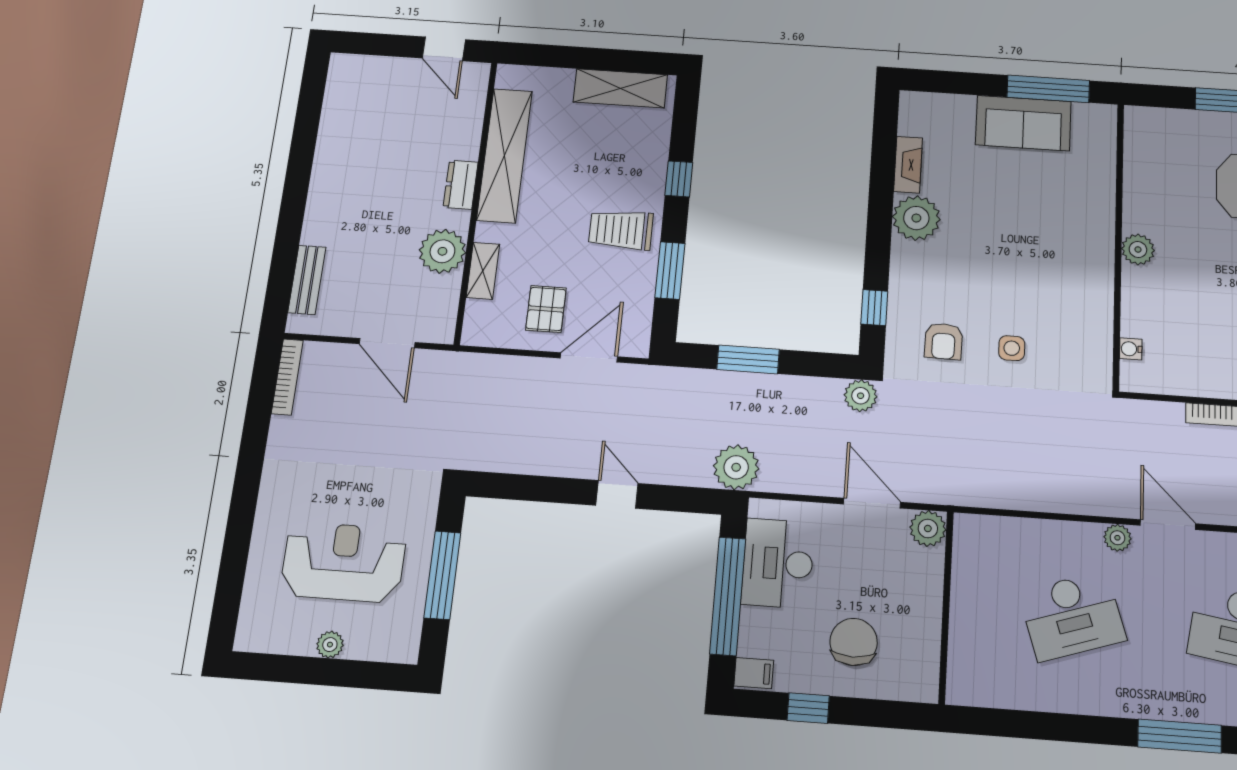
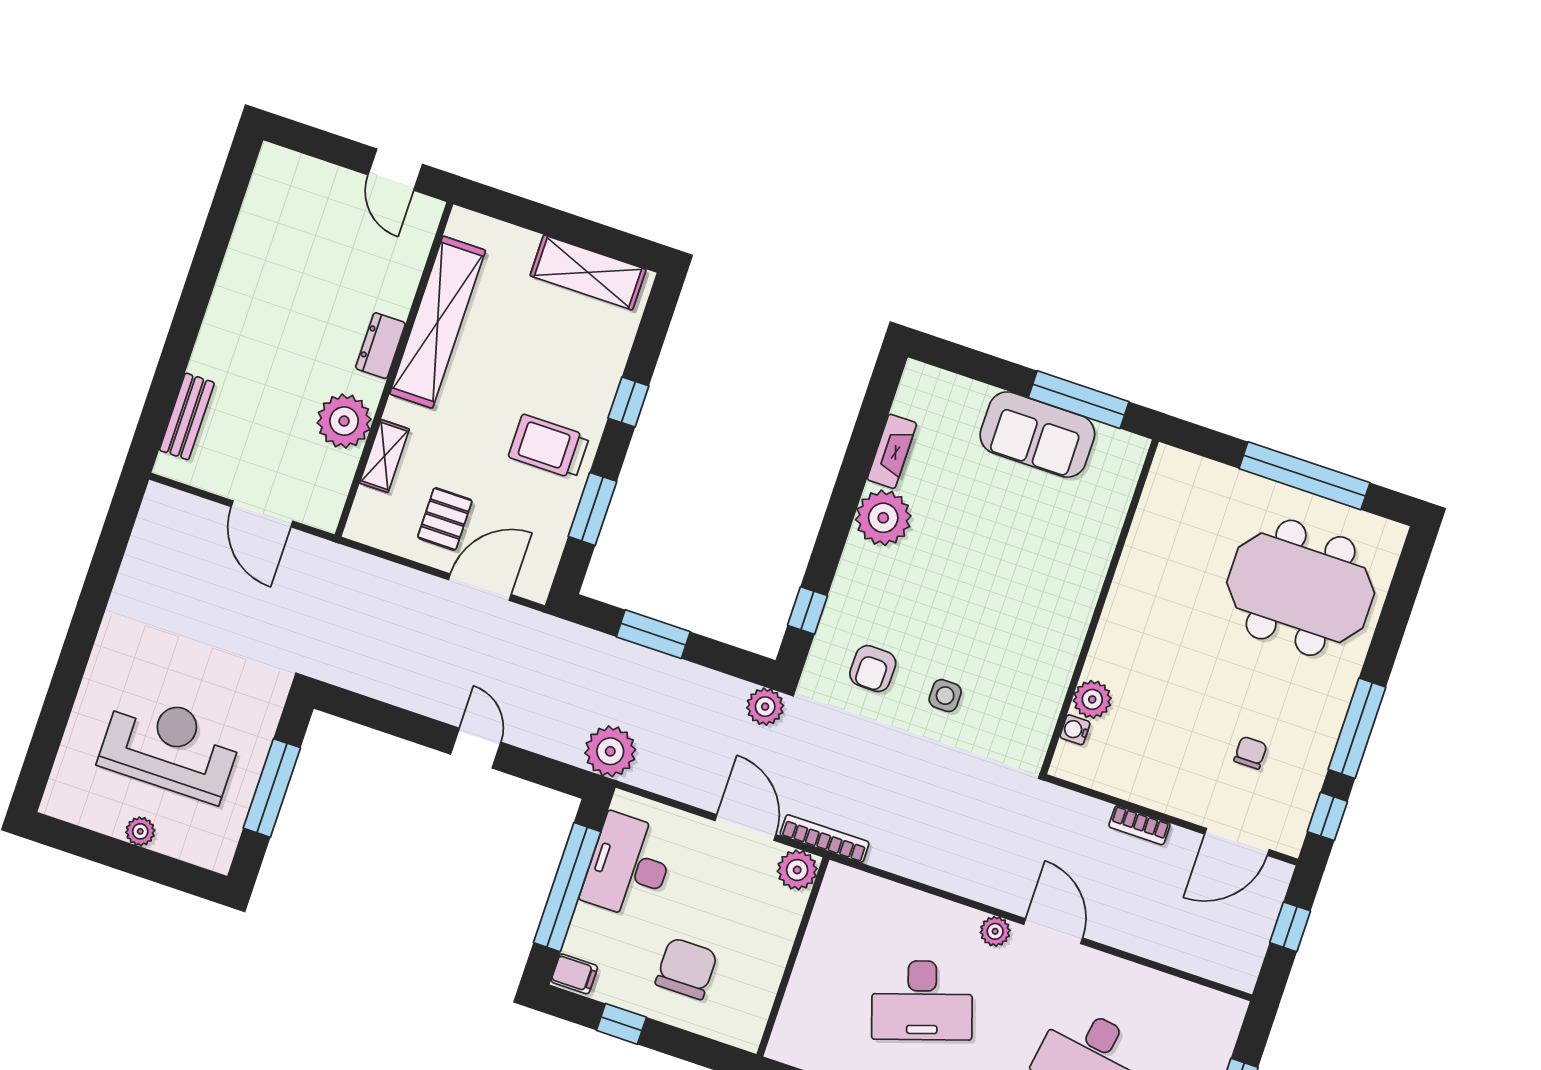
plant: (1138, 249) -> (1092, 699), moved
bookcase: (287, 377) -> (825, 839), moved, turned -90

